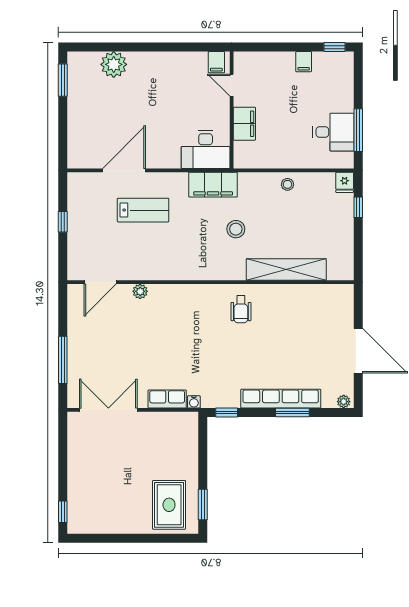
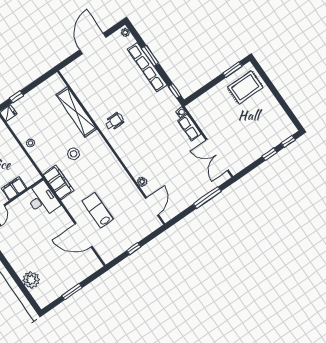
window: (63, 80) -> (72, 292), moved
door: (100, 282) -> (152, 206), hinge flipped
window: (63, 477) -> (270, 154), added

